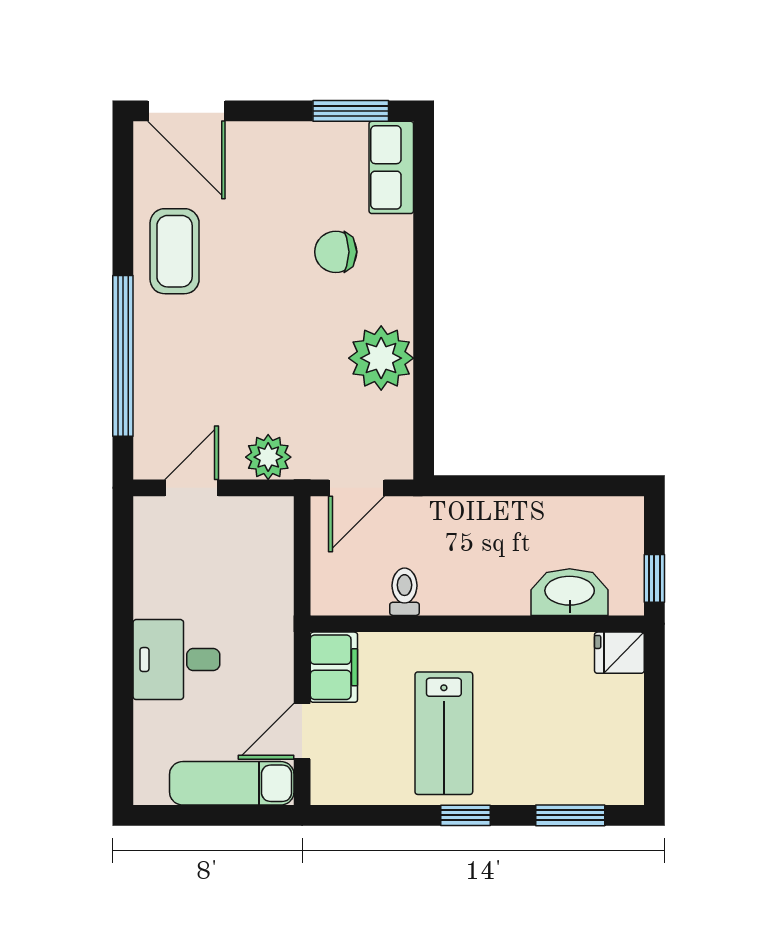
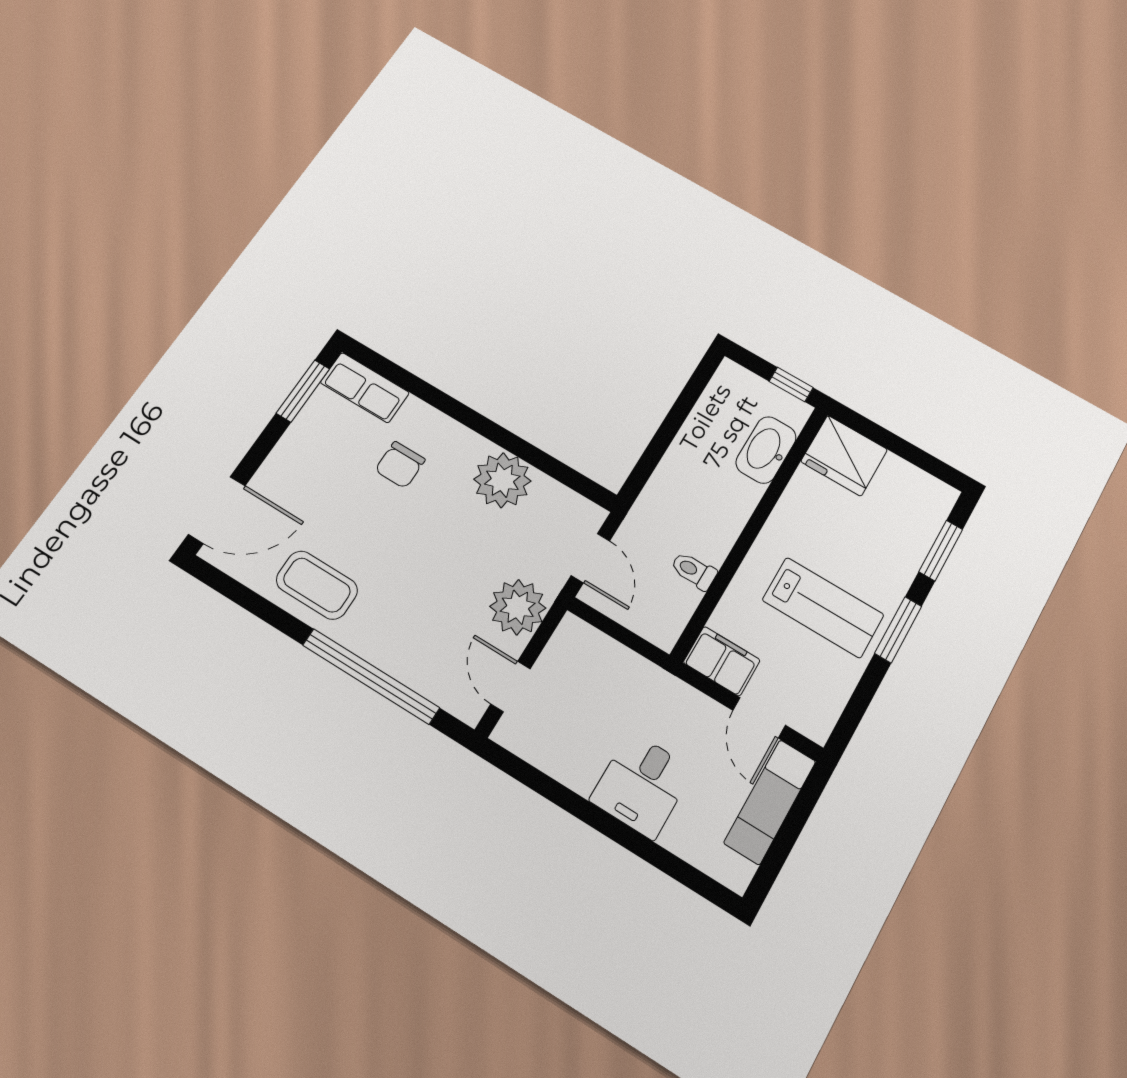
plant: (268, 457) -> (518, 607), width x1.36, depth x1.36
fridge: (619, 653) -> (844, 456), width x1.88, depth x1.34
window: (466, 815) -> (898, 630), width x1.50

